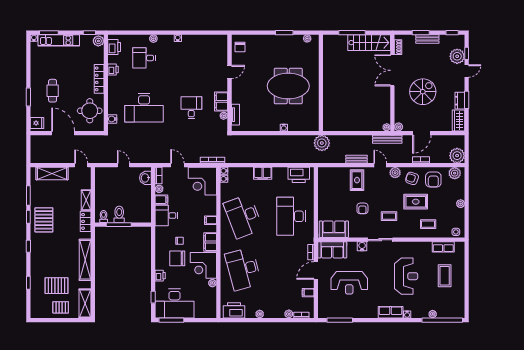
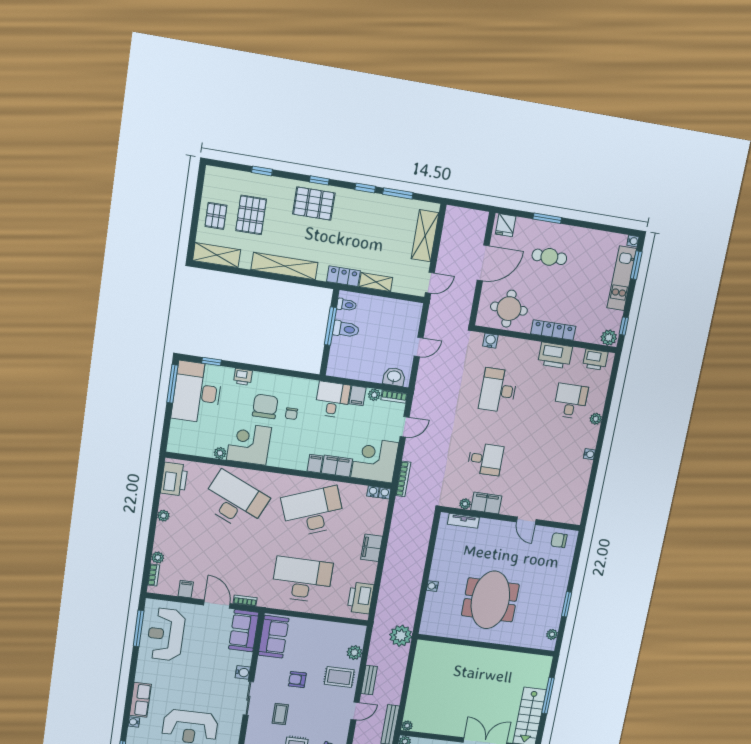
printer: (113, 69) -> (555, 355), width x1.87, depth x1.48
desk: (144, 108) -> (498, 390), width x0.73, depth x0.77
plant: (395, 173) -> (354, 653), moved
pallet: (44, 220) -> (314, 204), moved
filing cabinet: (210, 242) -> (337, 466), moved
desk: (243, 269) -> (235, 501), turned 39
reception desk: (349, 283) -> (166, 634), moved

